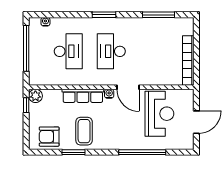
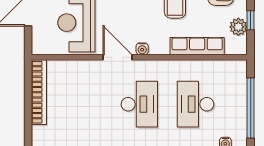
plant: (35, 96) -> (238, 27), moved
row of seats: (83, 96) -> (197, 46), moved
window: (26, 105) -> (251, 20), moved

